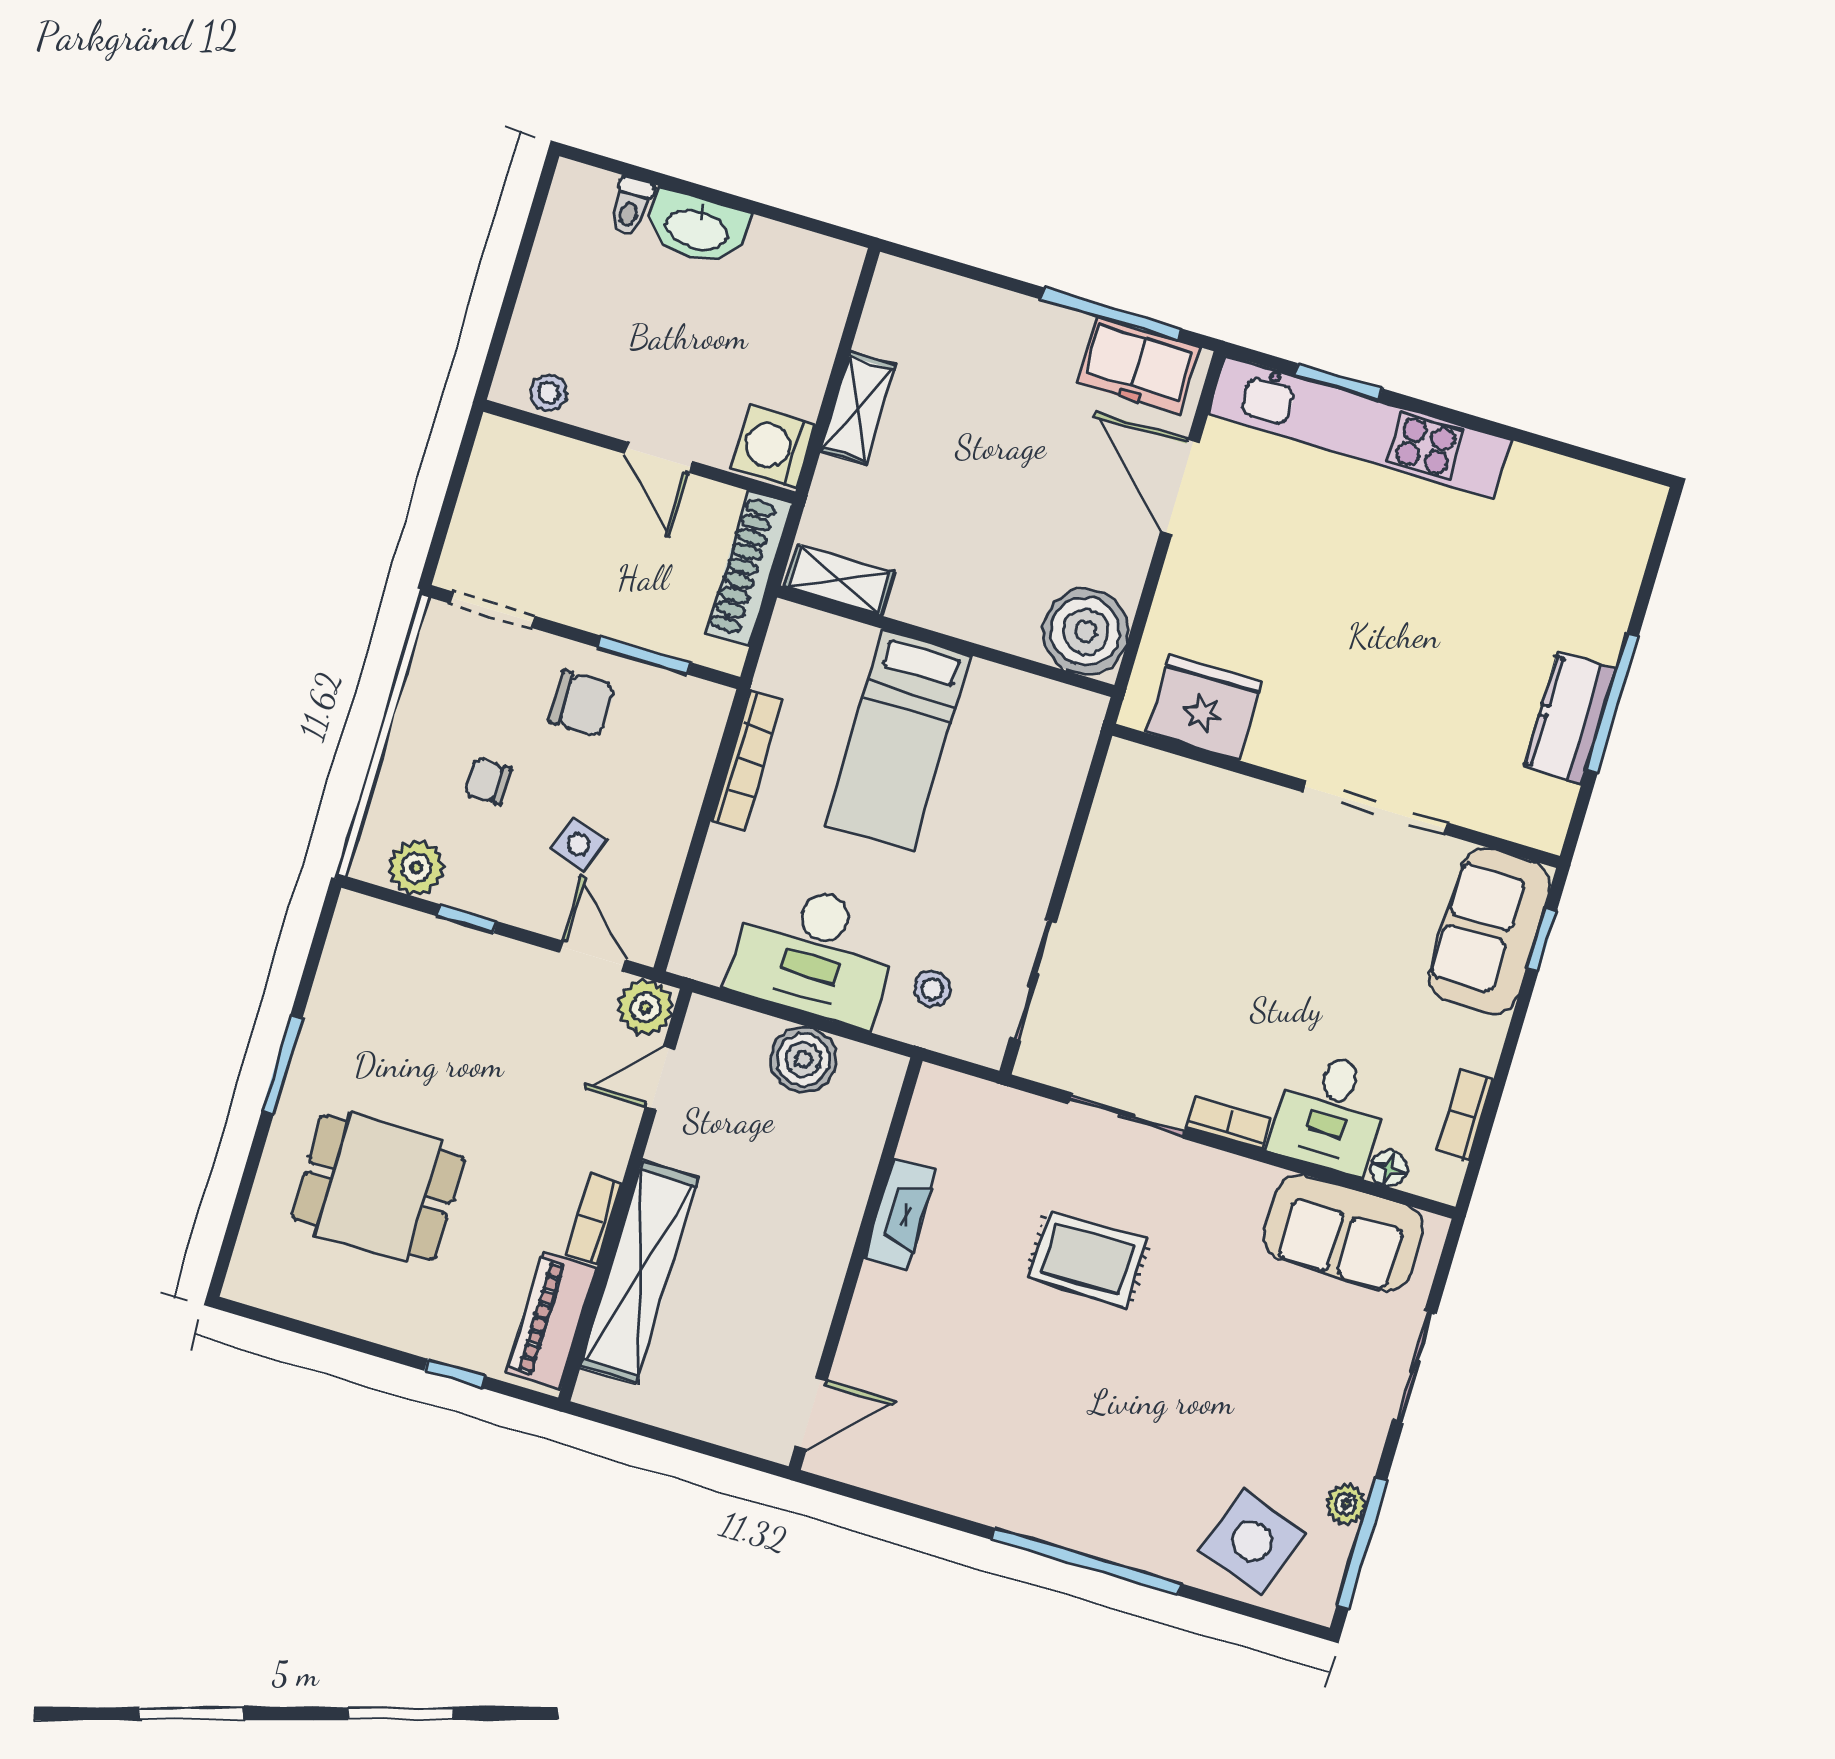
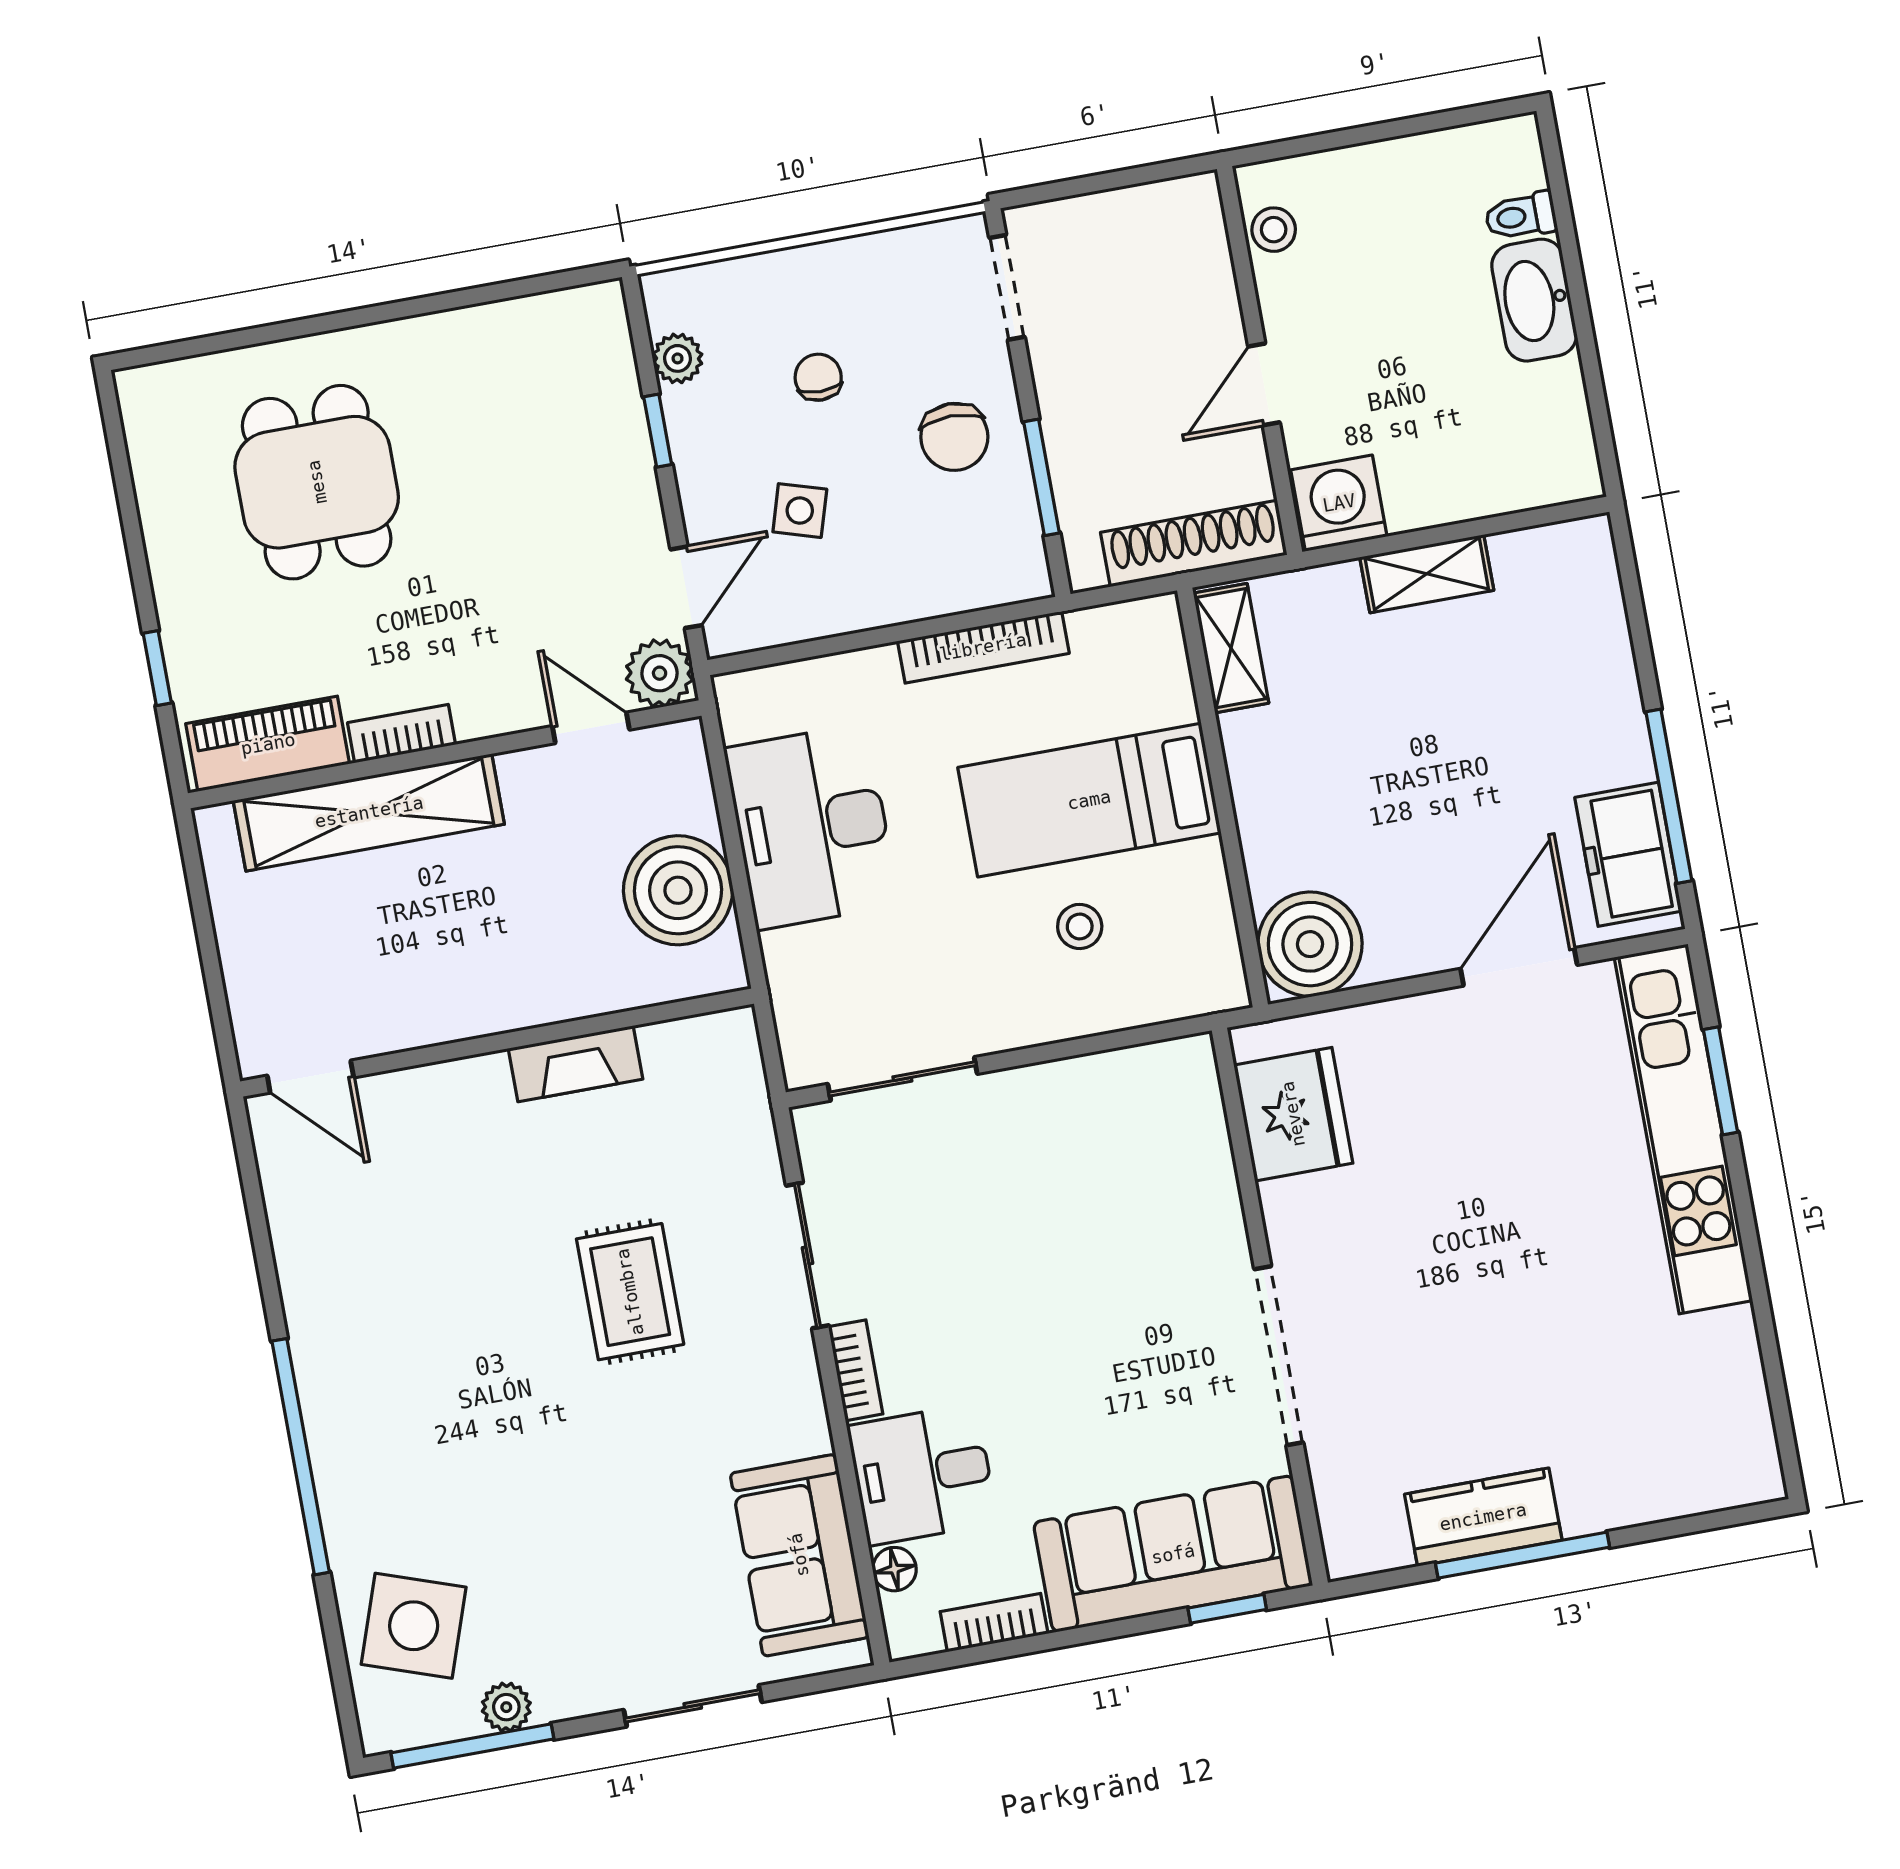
plant: (416, 868) -> (678, 358), width x0.73, depth x0.73
sofa: (1489, 931) -> (1173, 1554), width x1.36
stool: (932, 988) -> (1080, 926), moved
boiler: (803, 1060) -> (678, 890), width x1.37, depth x1.37
window: (282, 1064) -> (398, 310), removed

